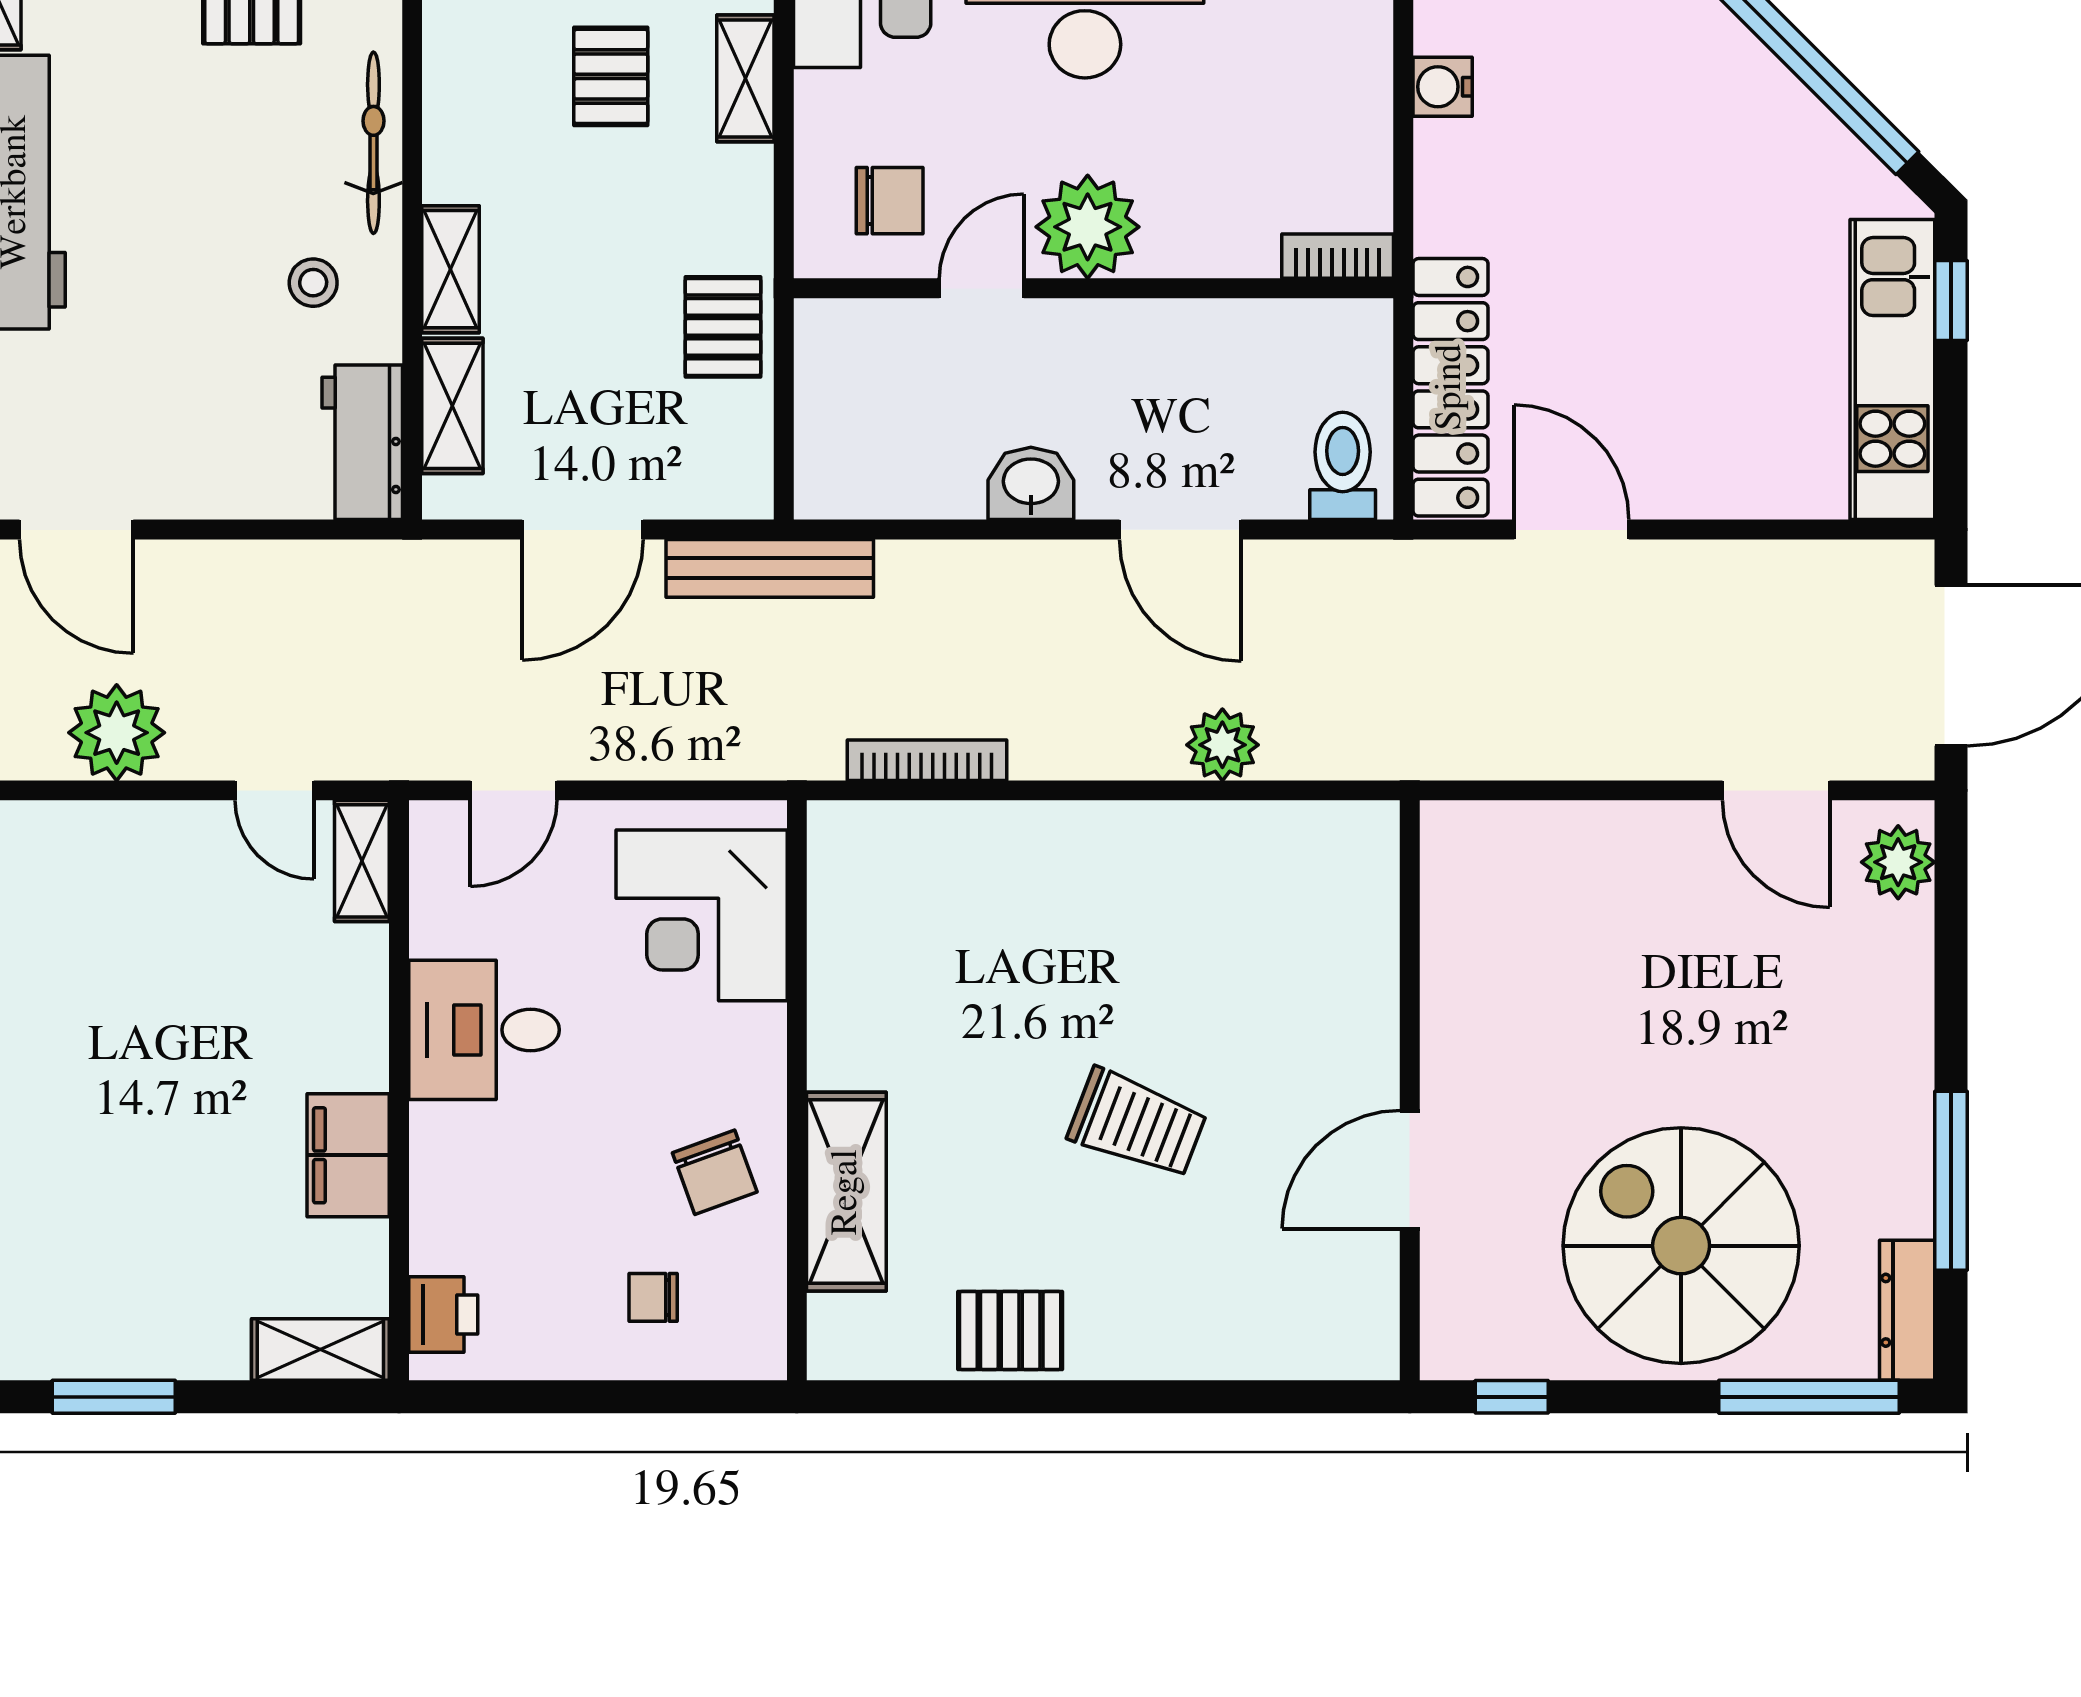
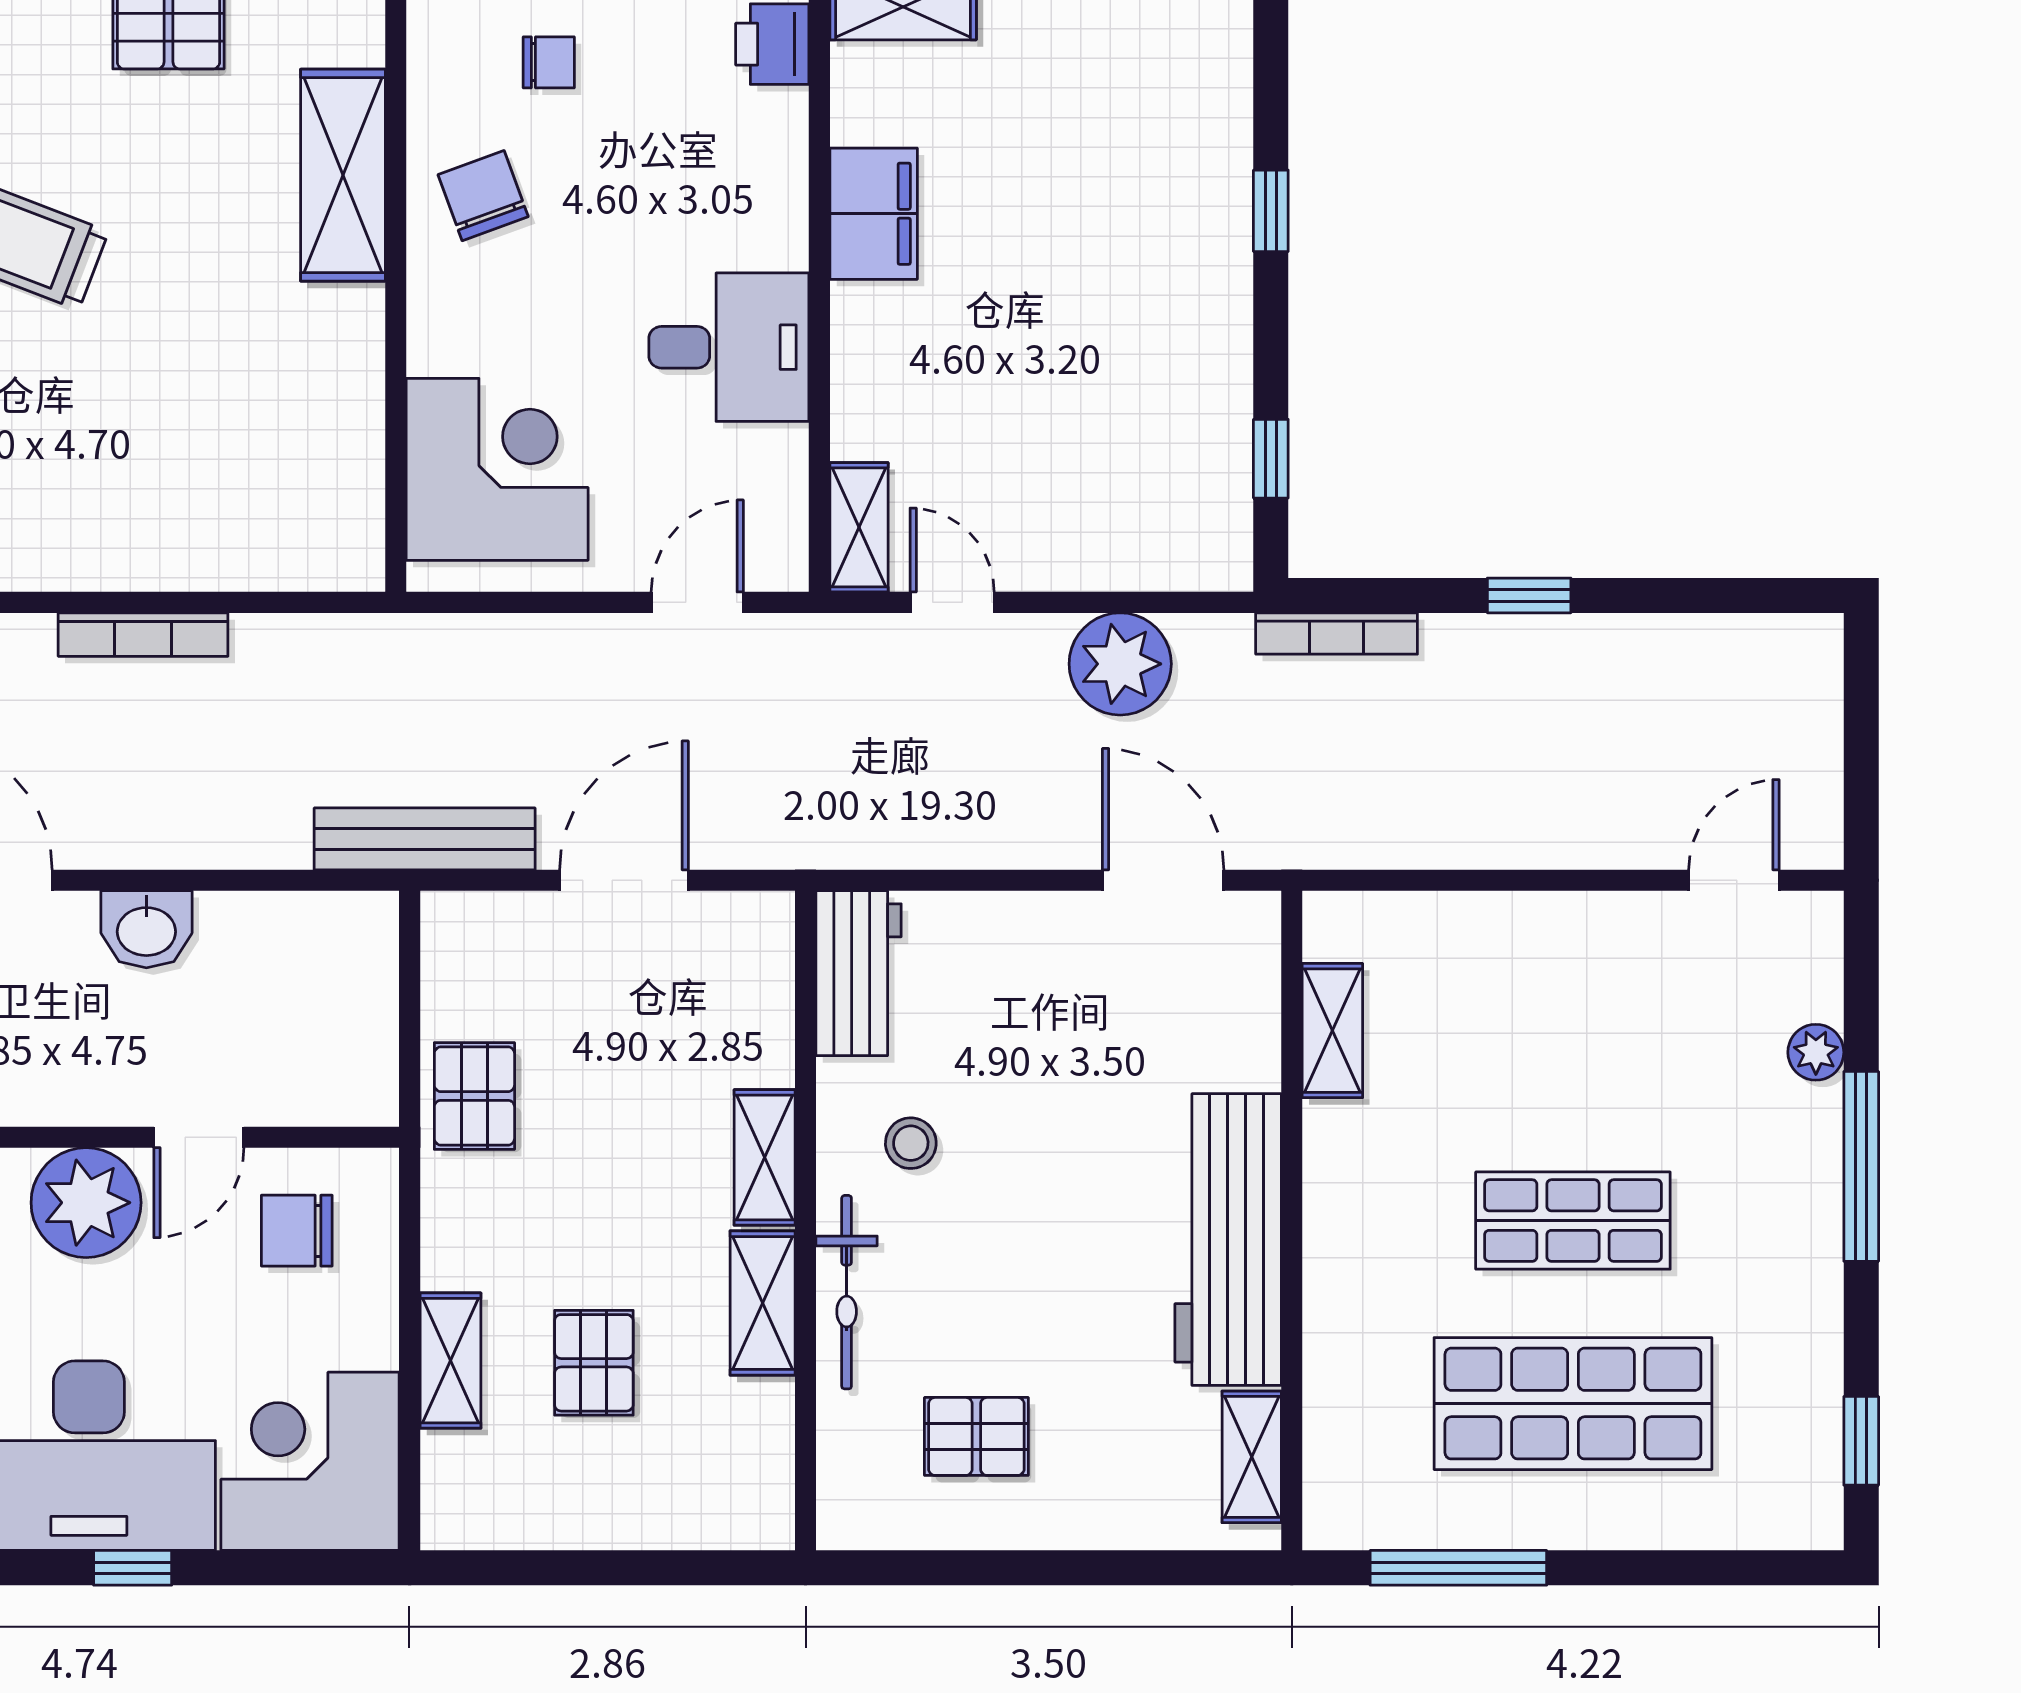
shelving: (452, 406) -> (763, 1303), moved
bookcase: (927, 760) -> (143, 635), moved

